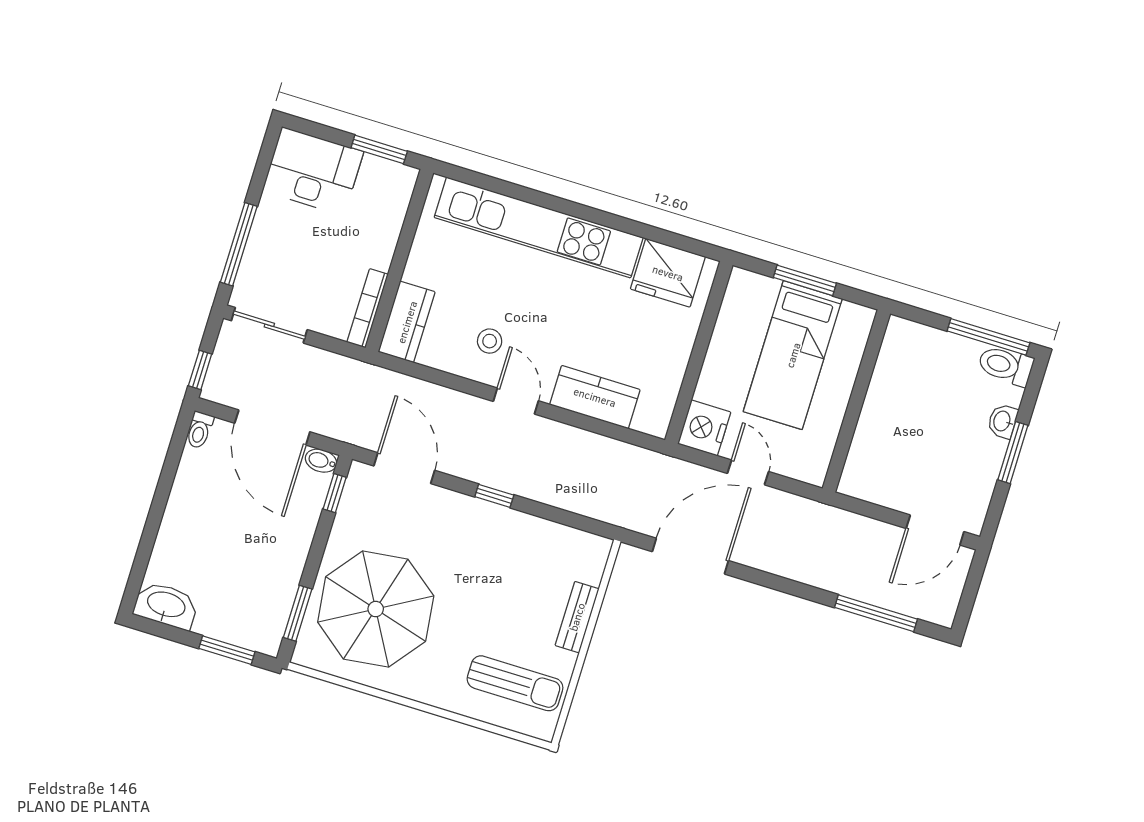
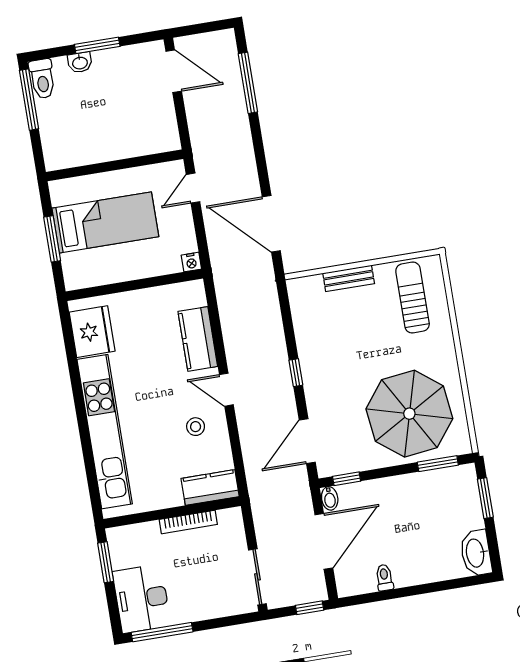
window: (239, 244) -> (162, 632), moved
bookcase: (368, 308) -> (188, 522), moved
door: (516, 401) -> (226, 390), hinge flipped
nightstand: (704, 428) -> (191, 262), width x0.53, depth x0.56
toilet: (200, 430) -> (384, 578), moved, turned -90
door: (748, 472) -> (193, 188), moved

